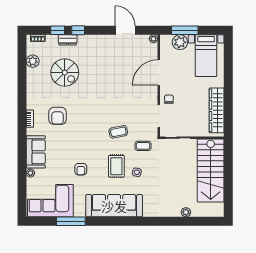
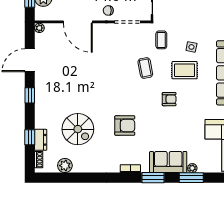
window: (78, 30) -> (30, 95), moved
dresser: (68, 40) -> (41, 140), moved
spiral stairs: (65, 73) -> (78, 129), turned 90
armchair: (58, 116) -> (125, 126), moved
window: (22, 139) -> (153, 178), added
armchair: (81, 169) -> (169, 99), moved
window: (22, 172) -> (191, 178), added

